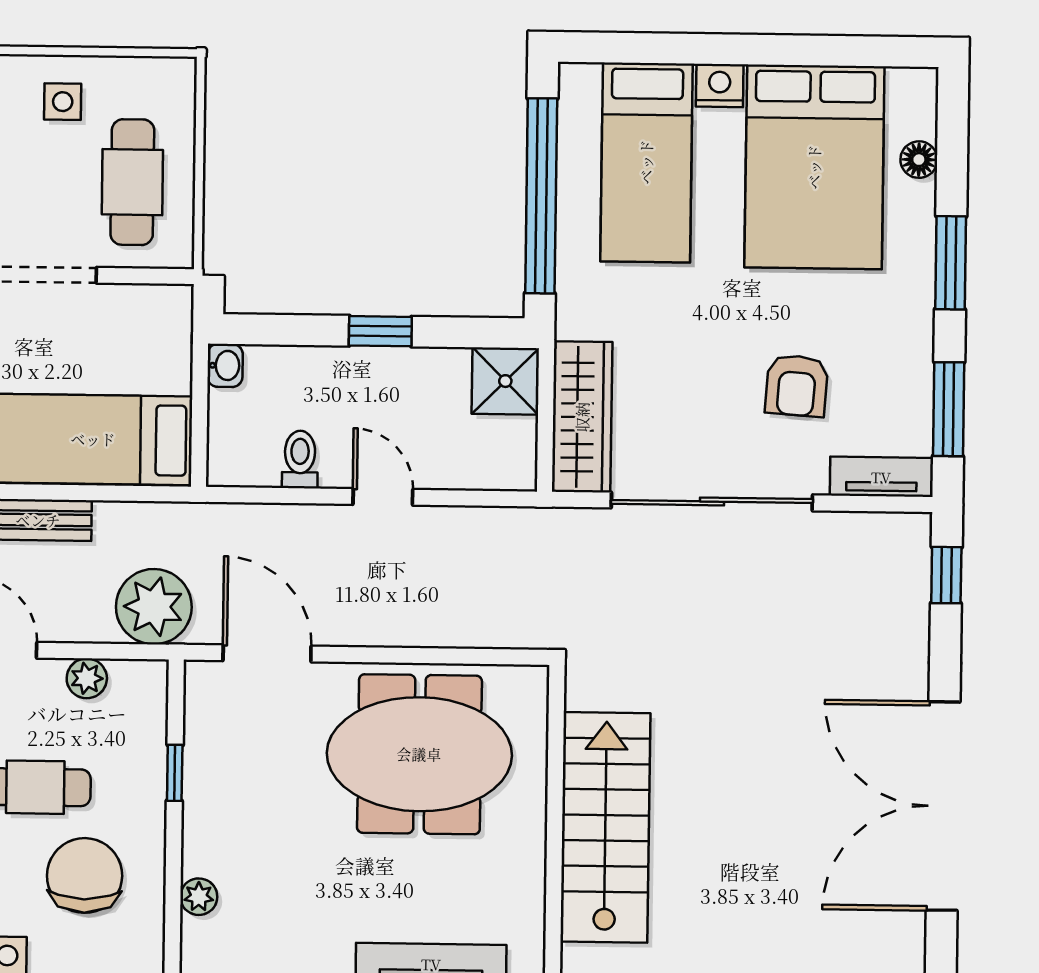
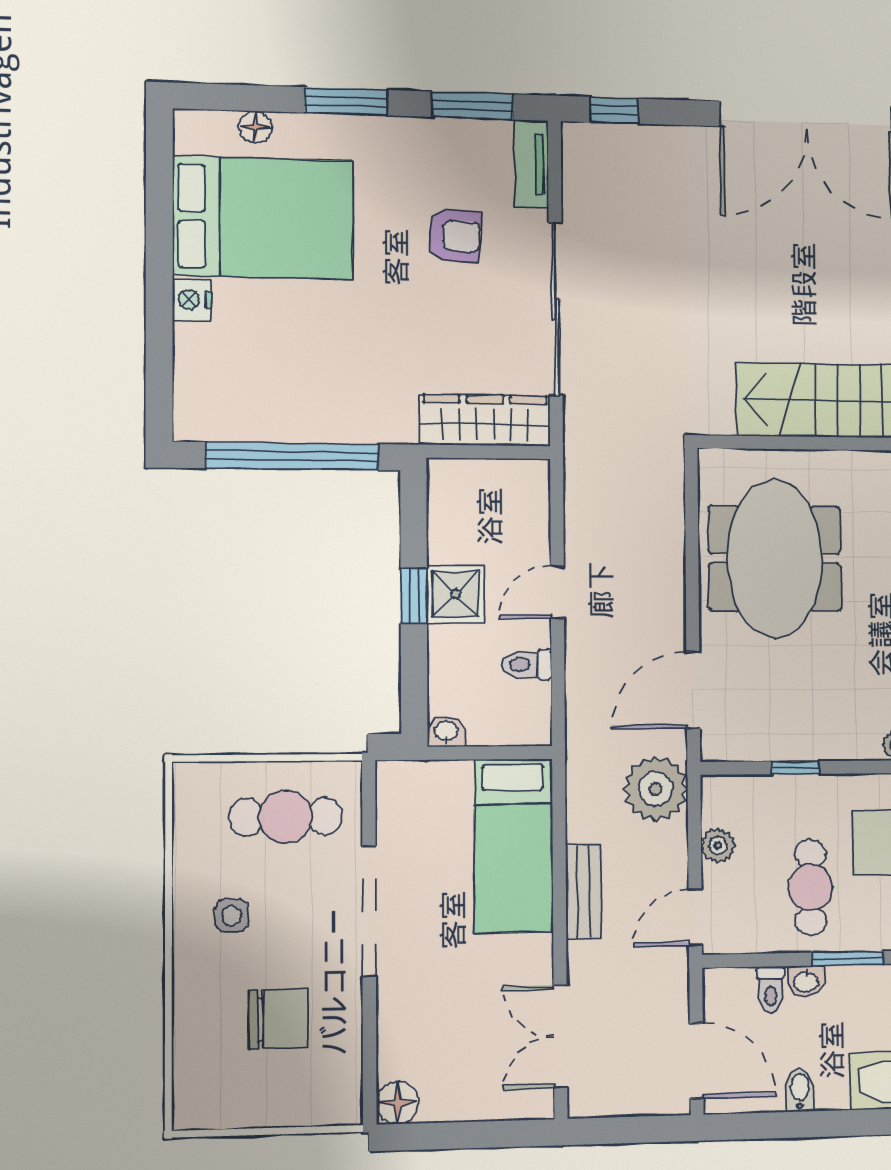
side table: (63, 102) -> (232, 915), moved
bed: (646, 162) -> (261, 364), removed
shower: (505, 381) -> (456, 594), moved

